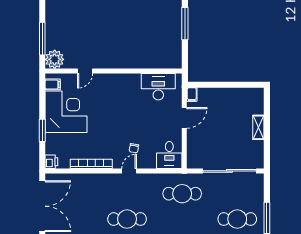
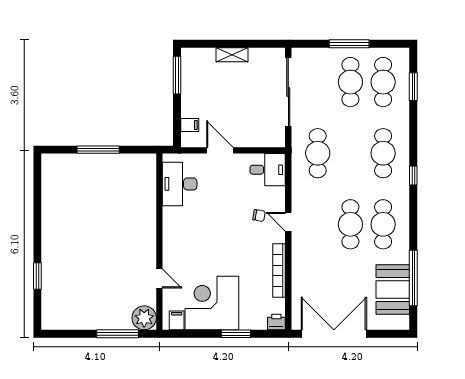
window: (243, 85) -> (177, 75), added
filing cabinet: (192, 95) -> (190, 125), moved

